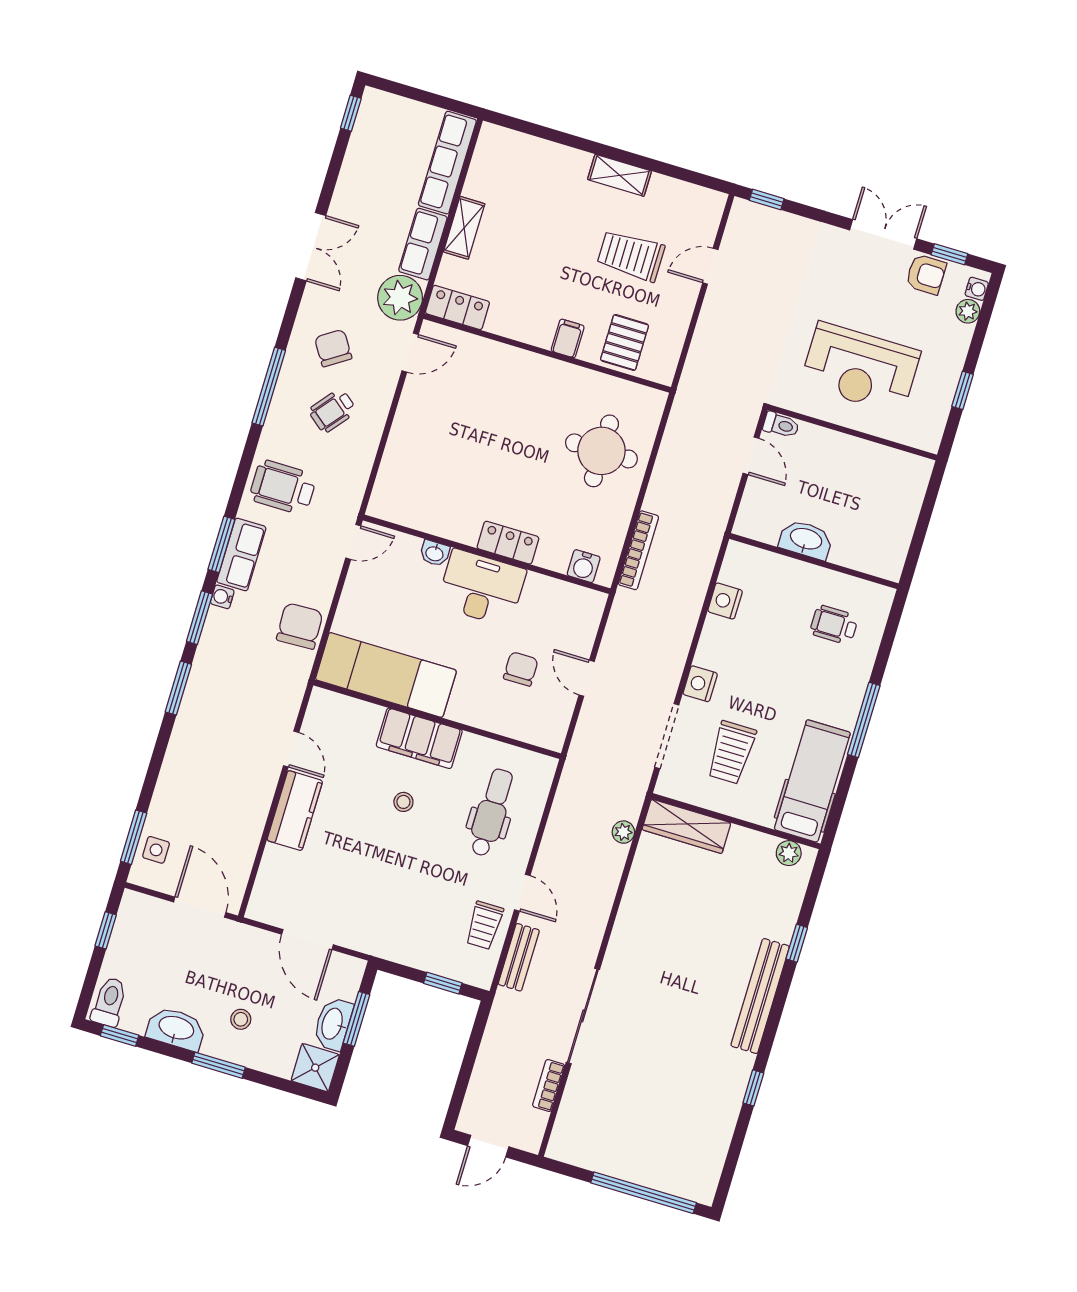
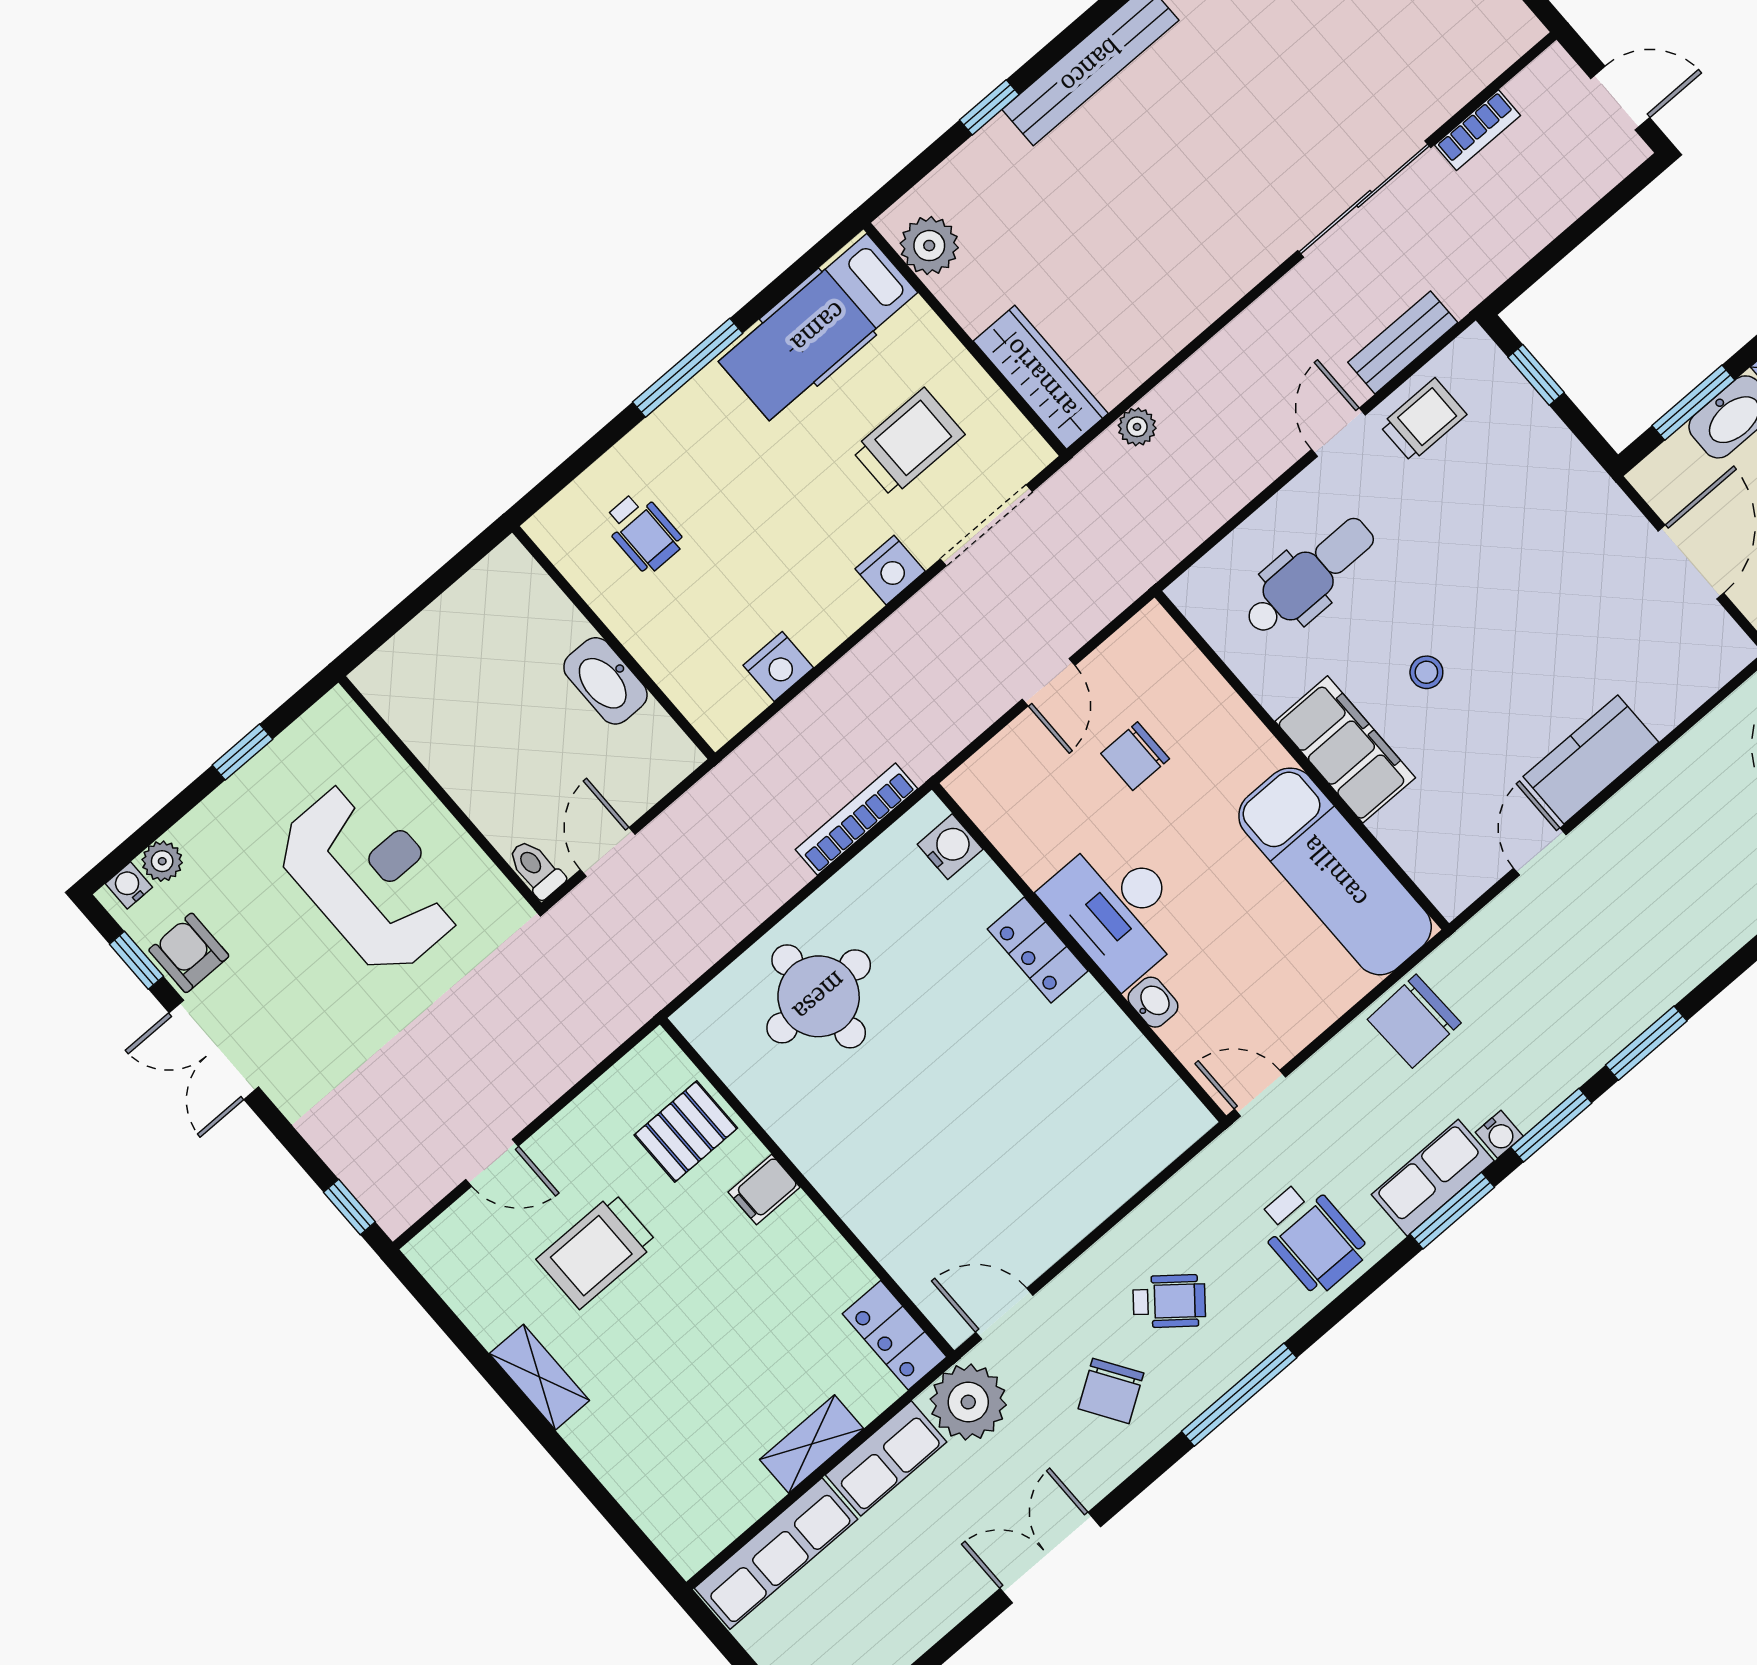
trolley: (631, 256) -> (597, 1251), turned 90
dental chair: (491, 813) -> (1309, 576), turned 180
plant: (789, 853) -> (929, 246), width x1.38, depth x1.38

